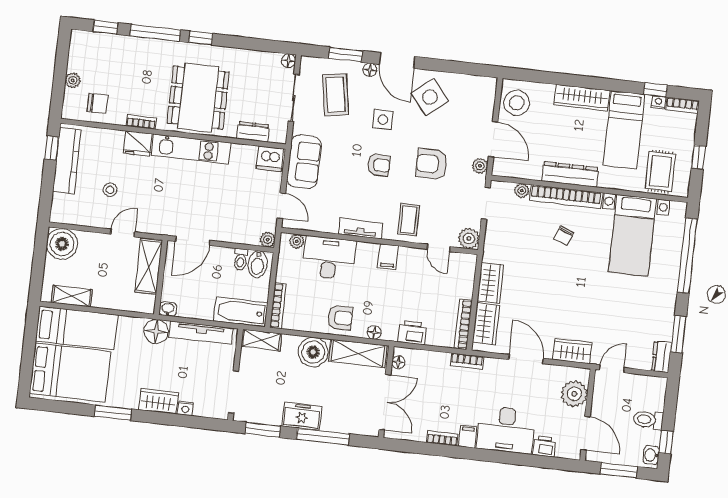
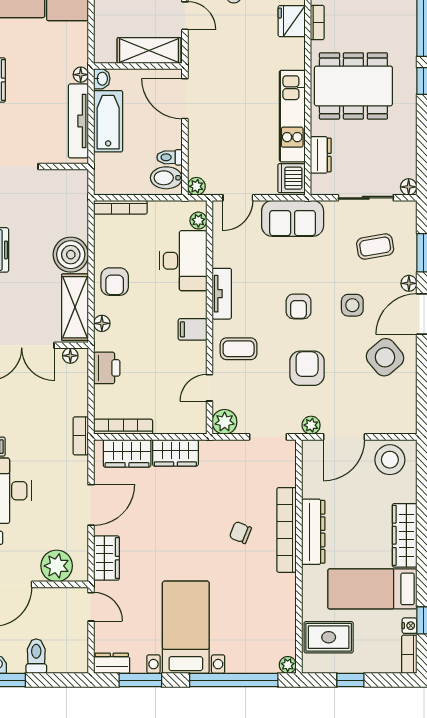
coffee table: (336, 95) -> (375, 247), width x0.73, depth x0.77
kitchen unit: (191, 149) -> (292, 116), moved
plant: (522, 191) -> (288, 665), moved
bed with nightstands: (633, 235) -> (186, 627), moved, turned 90
bathtub: (241, 312) -> (108, 121), moved
floor lamp: (156, 331) -> (81, 75), width x0.53, depth x0.53
shelving: (261, 340) -> (78, 192), removed

